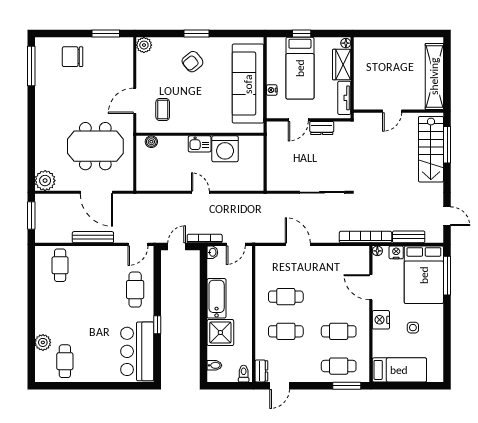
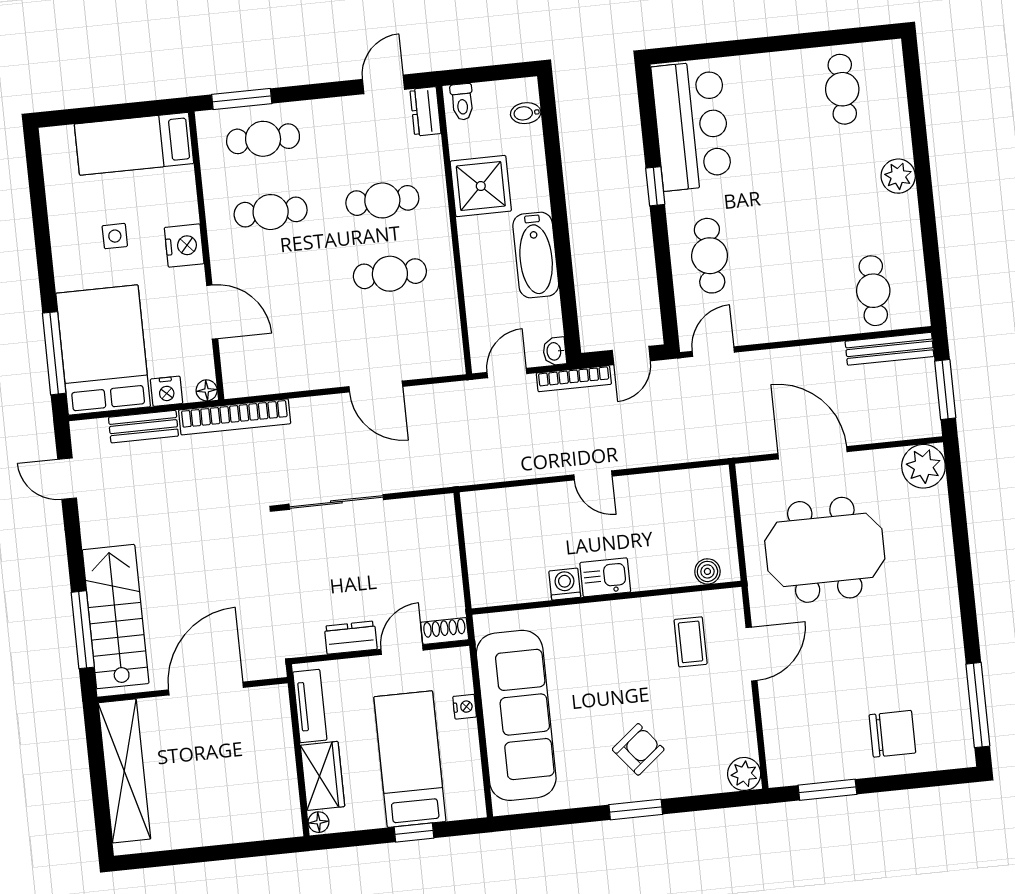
door: (392, 111) -> (206, 689), width x1.88
shoe rack: (277, 127) -> (445, 631), added
washing machine: (225, 149) -> (565, 584), width x0.53, depth x0.53
bench: (93, 237) -> (890, 349), moved
shower: (220, 333) -> (481, 186), moved
plant: (43, 342) -> (898, 176), moved

